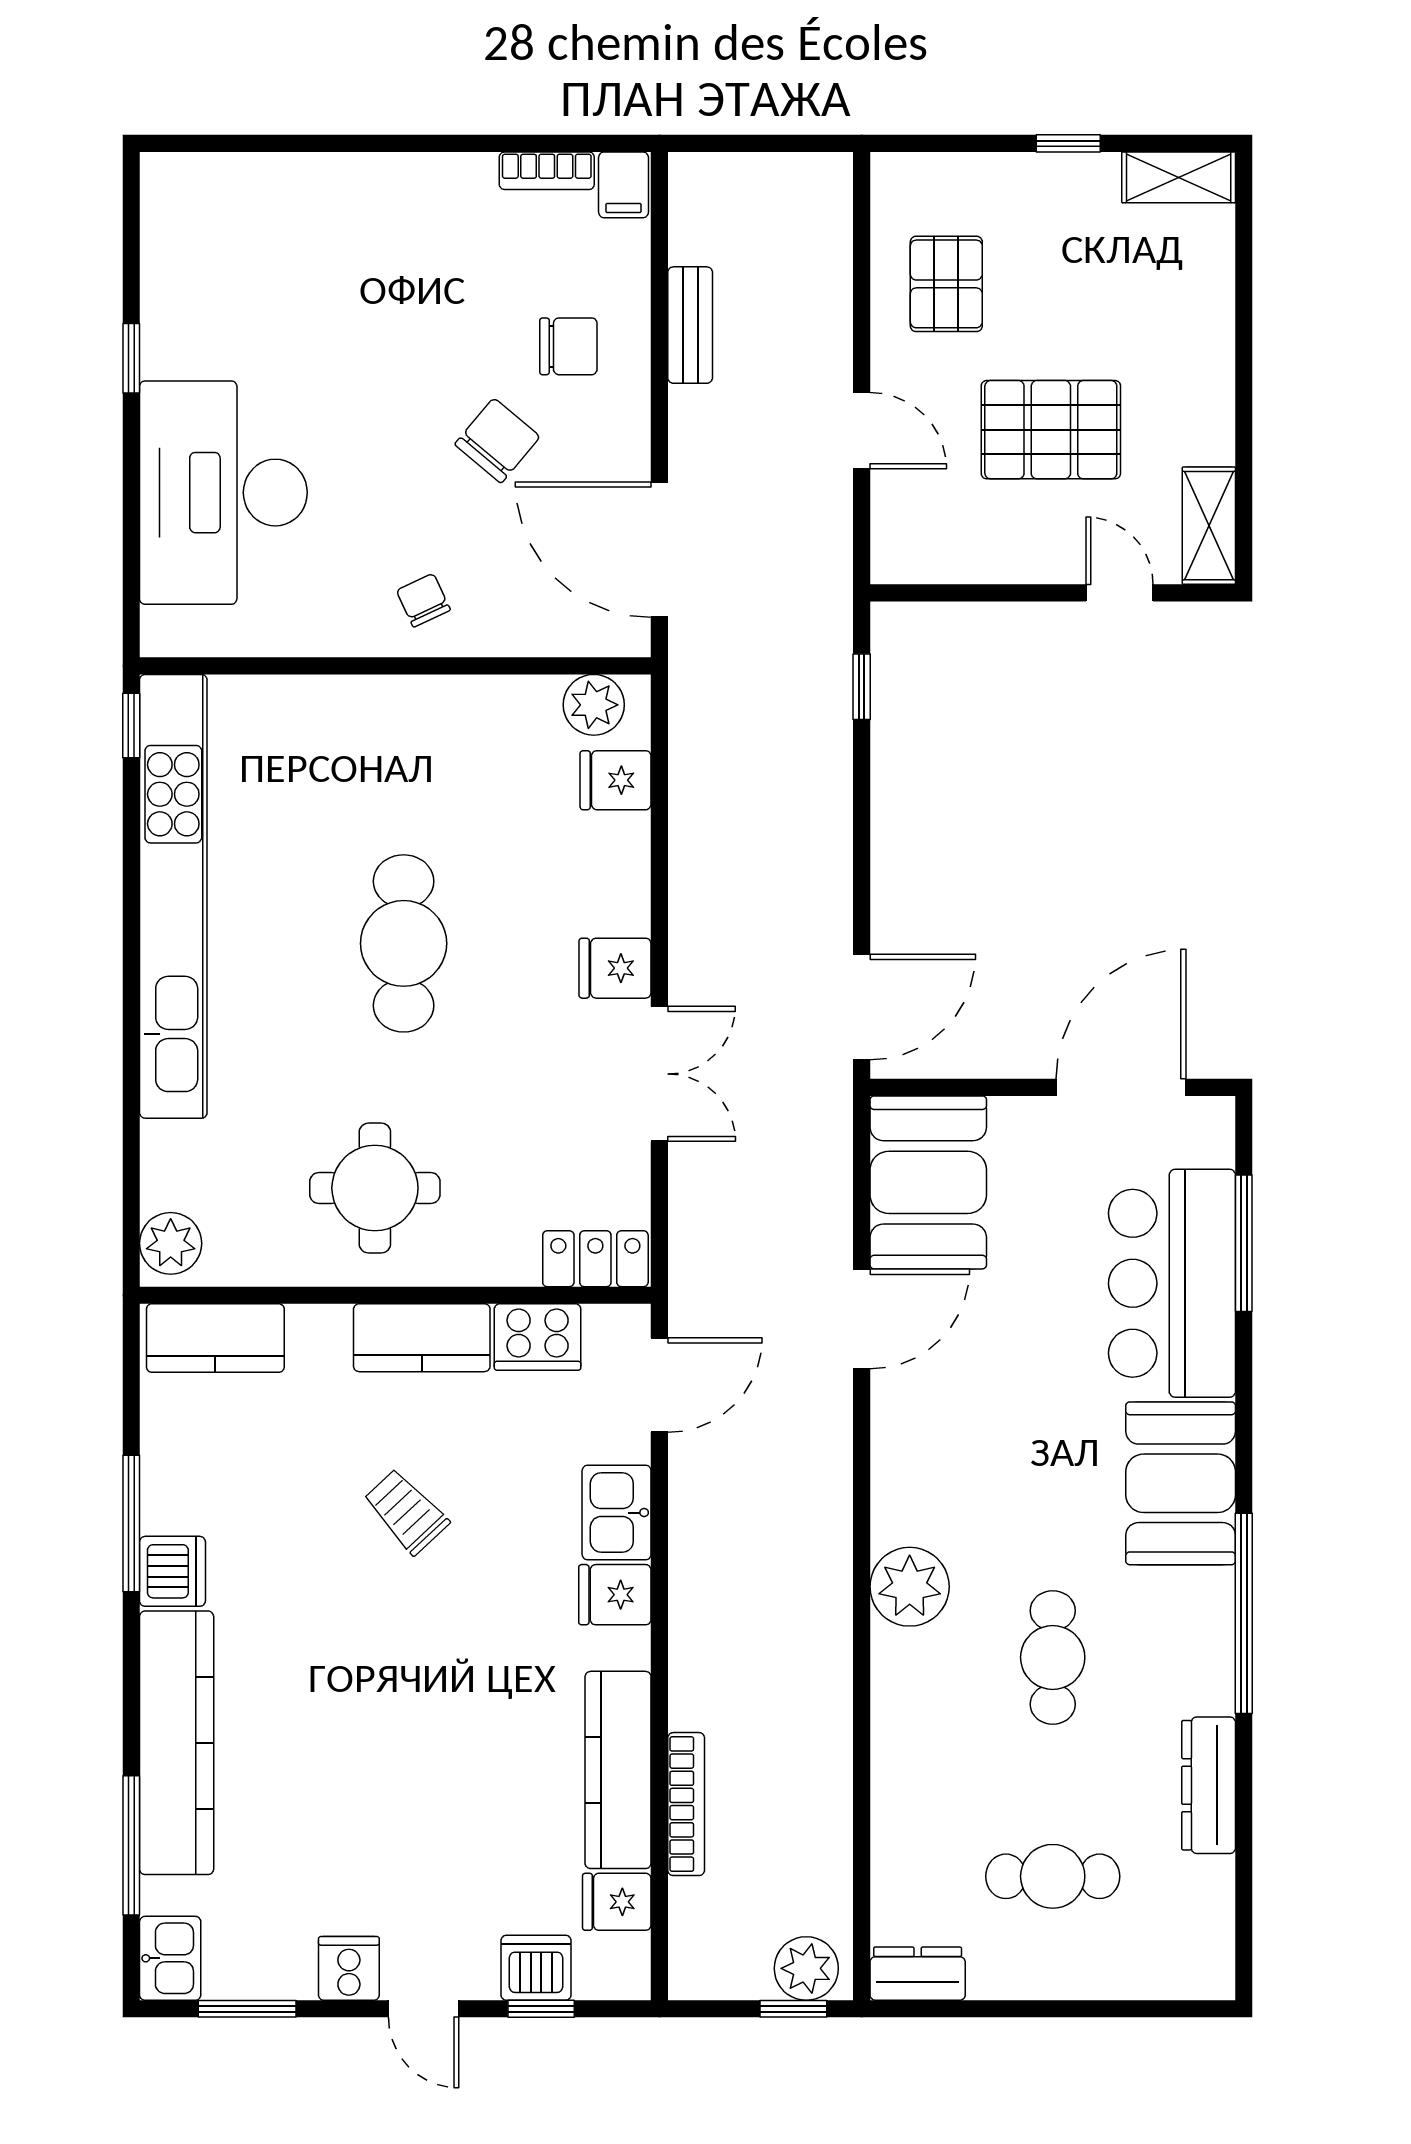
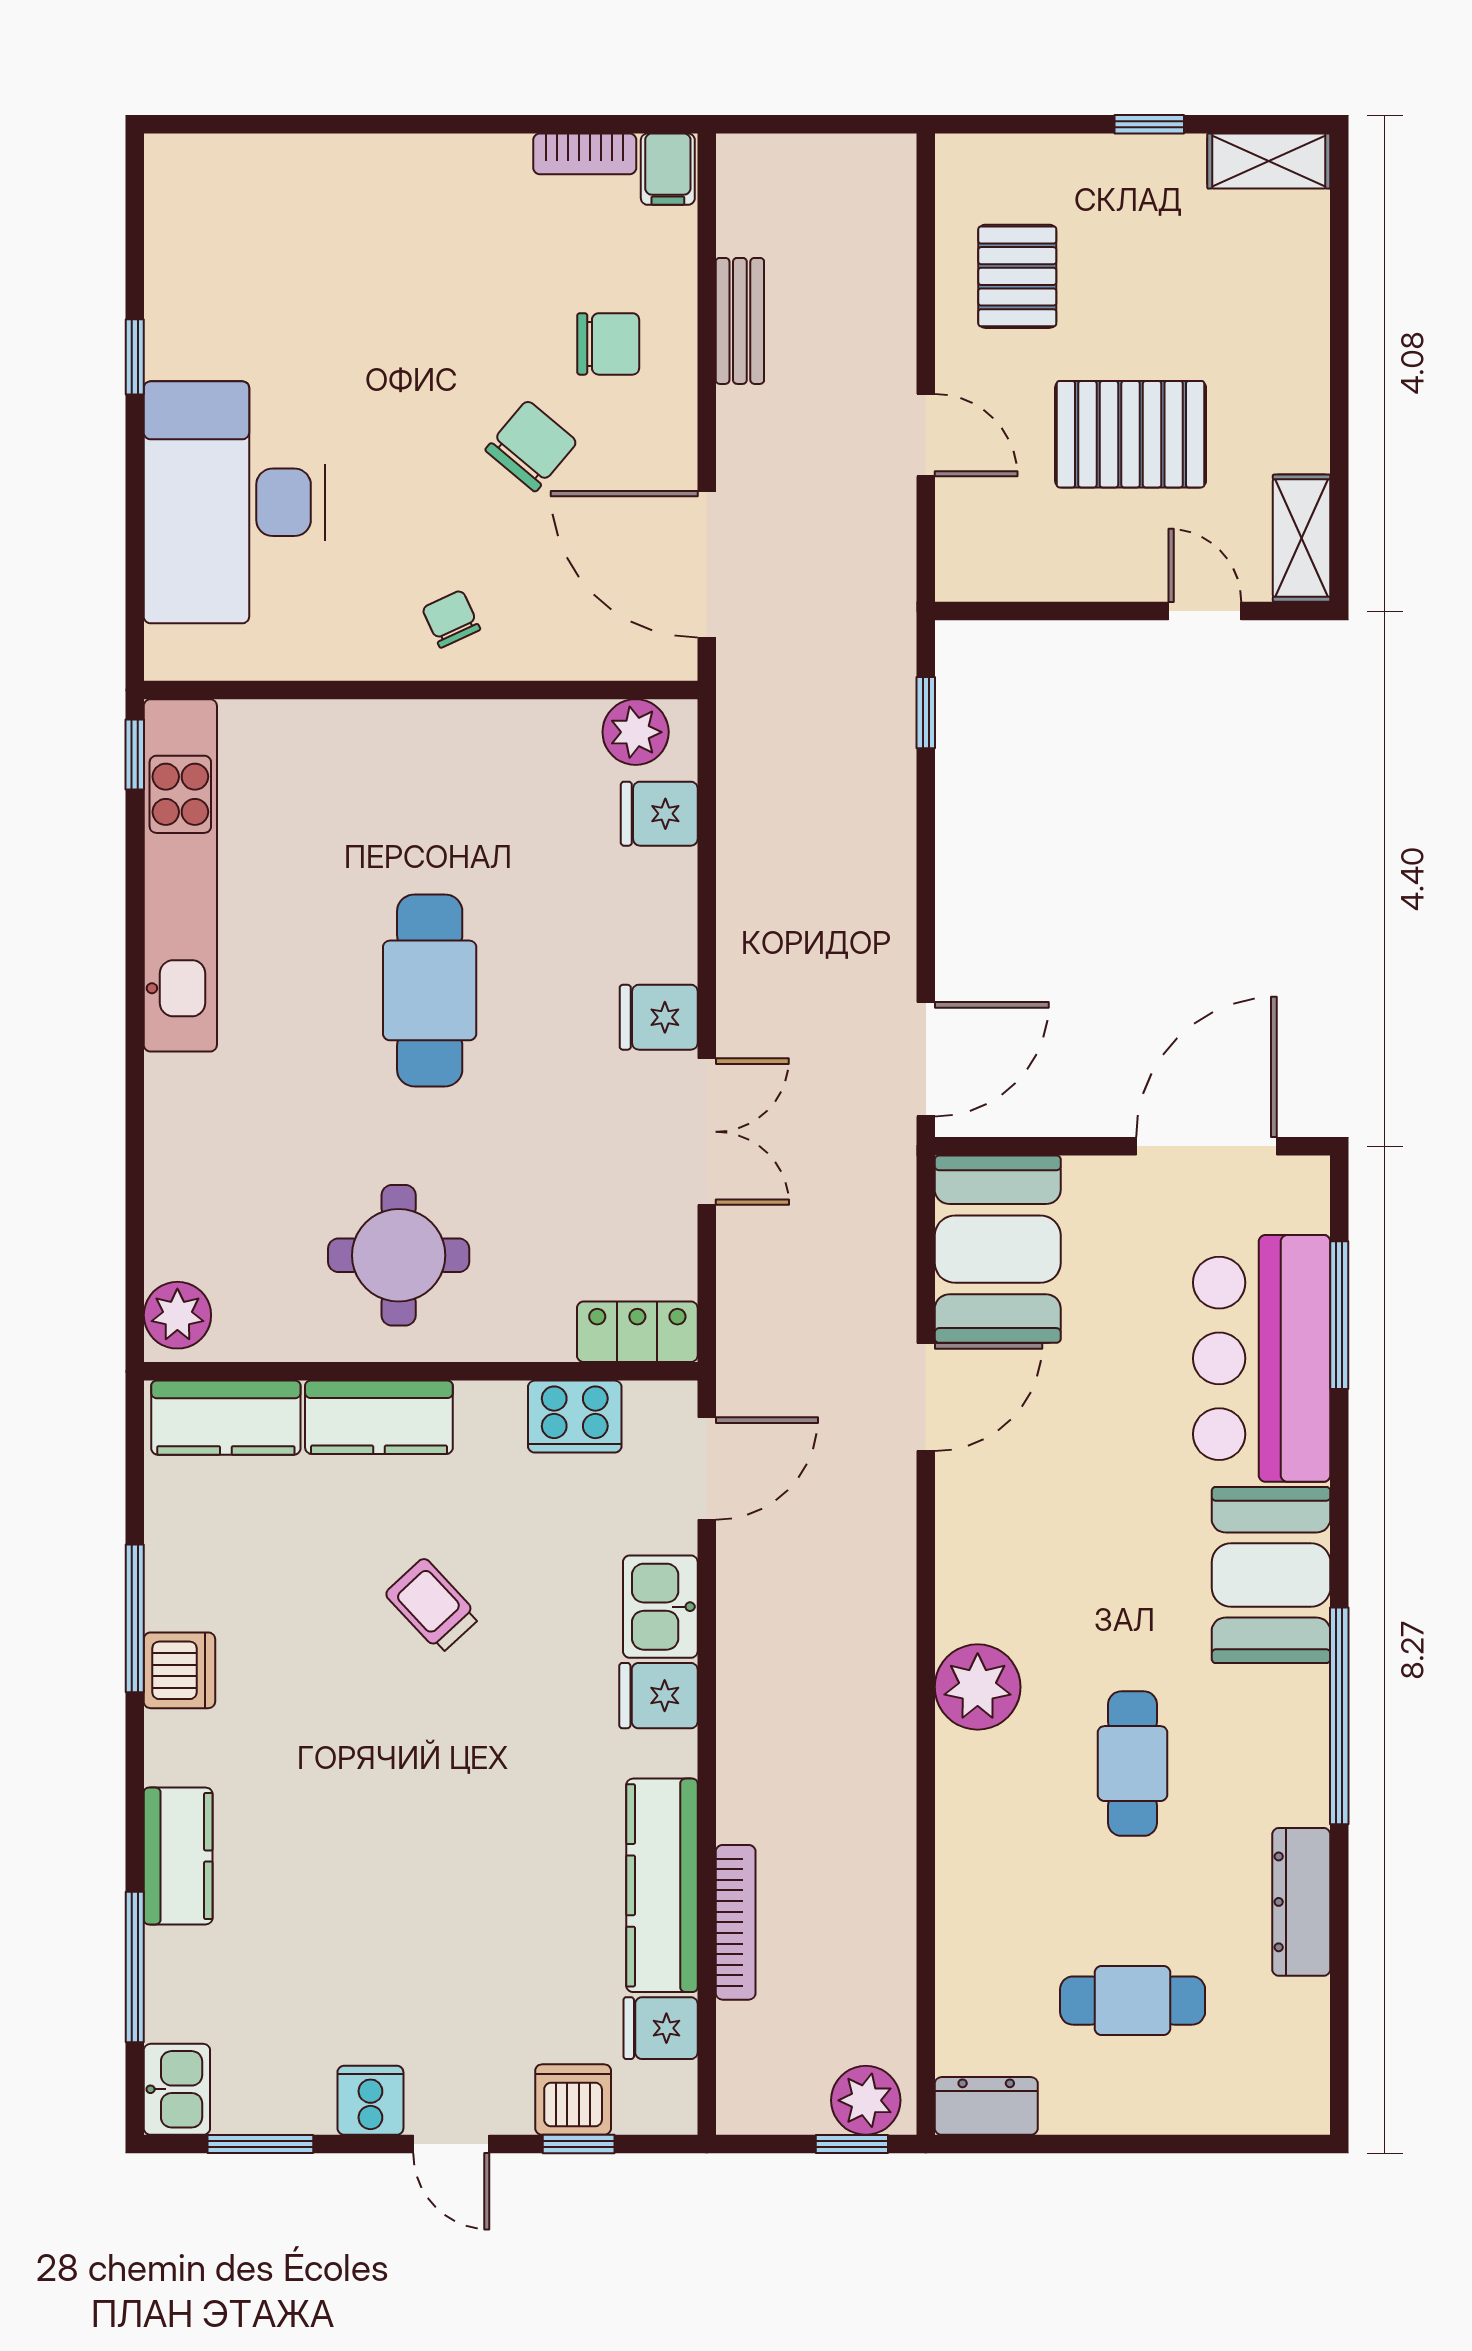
kitchen unit: (173, 896) -> (180, 875), width x0.73
kitchen counter: (422, 1338) -> (379, 1417), moved
kitchen counter: (177, 1743) -> (178, 1856), width x0.48, depth x0.86

